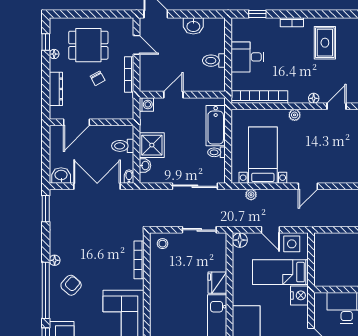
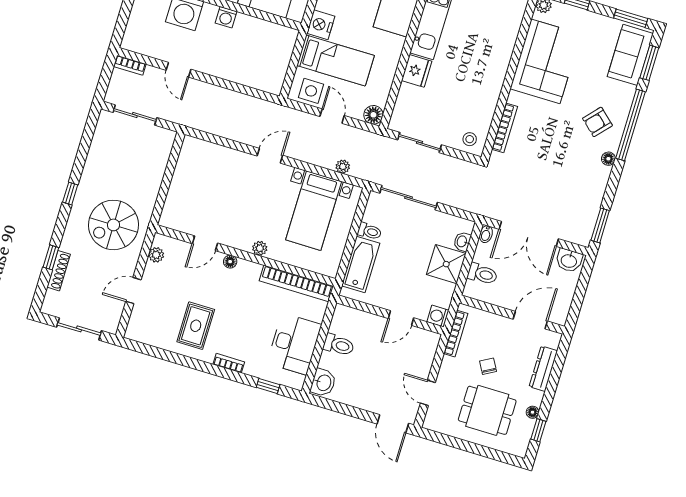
washbasin: (193, 26) -> (323, 383), moved, turned 90
desk: (247, 57) -> (294, 344), width x1.37
bookcase: (129, 74) -> (456, 334), moved

